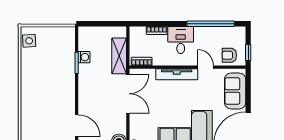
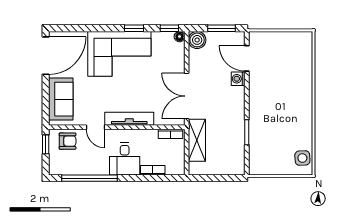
washing machine: (84, 57) -> (238, 79), moved

